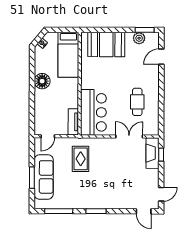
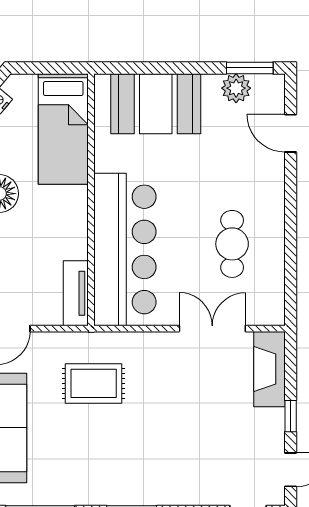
door: (161, 57) -> (291, 133), hinge flipped
bar counter: (93, 112) -> (125, 249), width x1.36
window: (161, 155) -> (291, 416), moved
rug: (81, 159) -> (94, 383), turned 90

